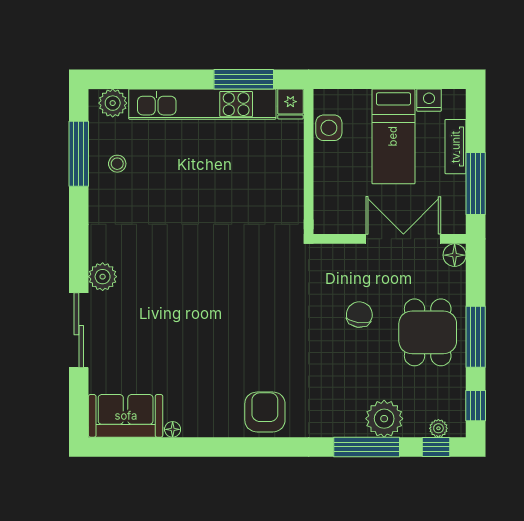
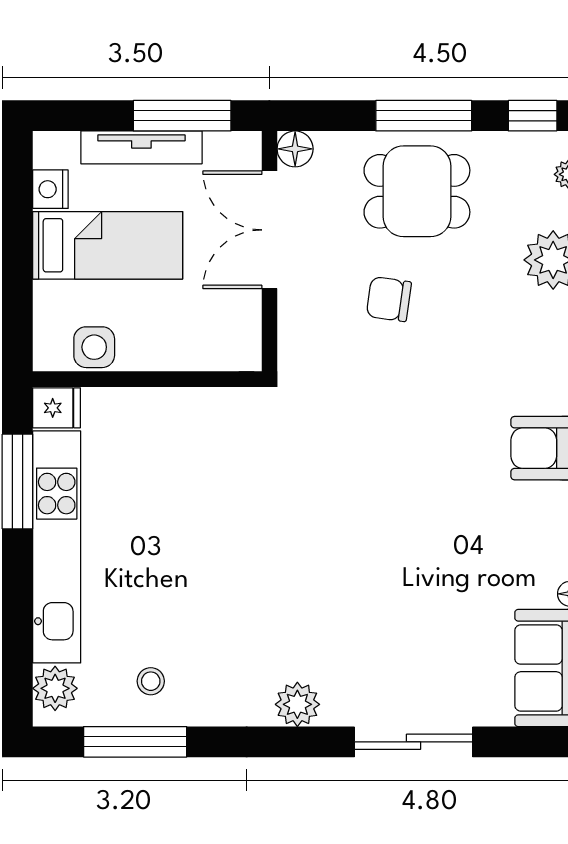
tv unit: (456, 147) -> (141, 147), width x1.41
plant: (103, 277) -> (297, 704), moved

